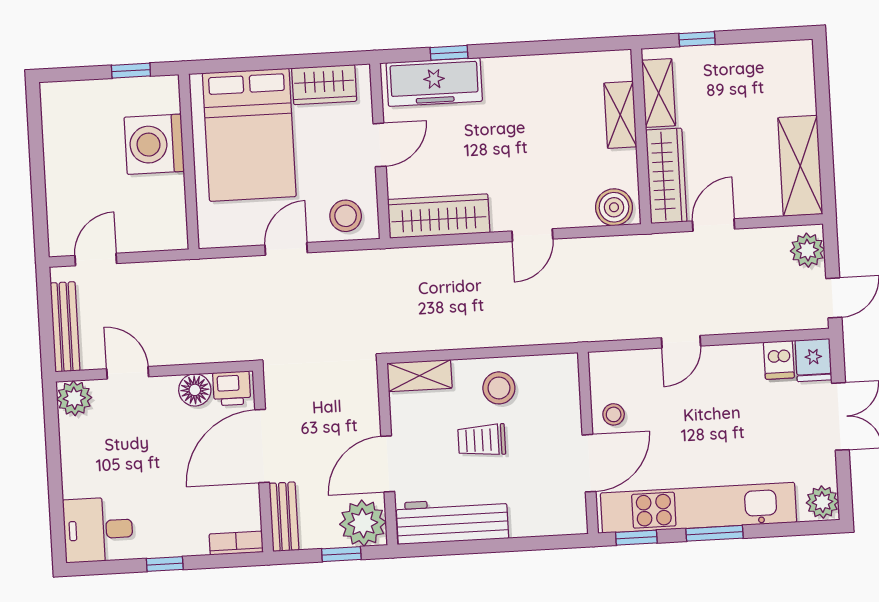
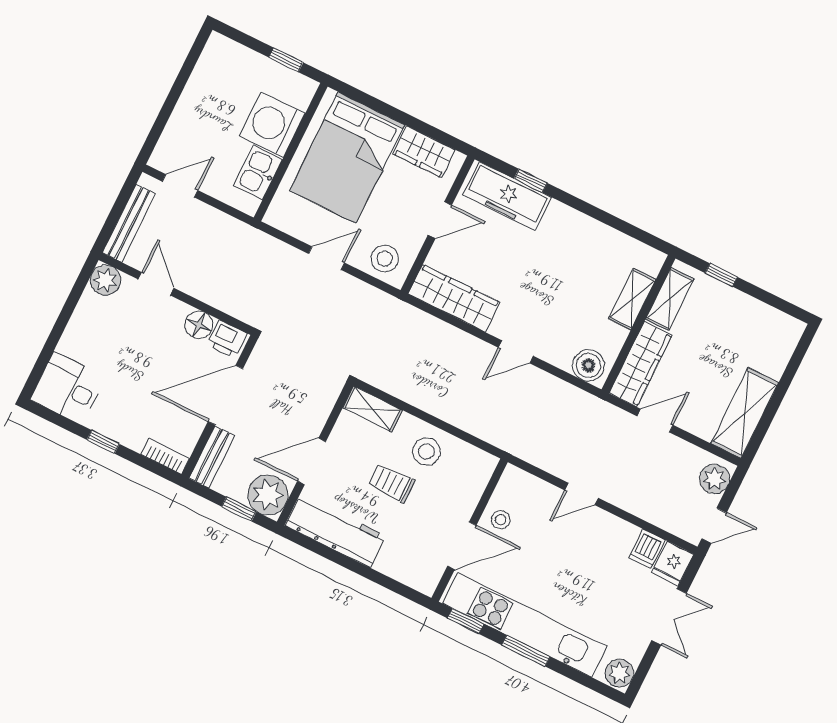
kitchen sink: (167, 201) -> (258, 172), added

